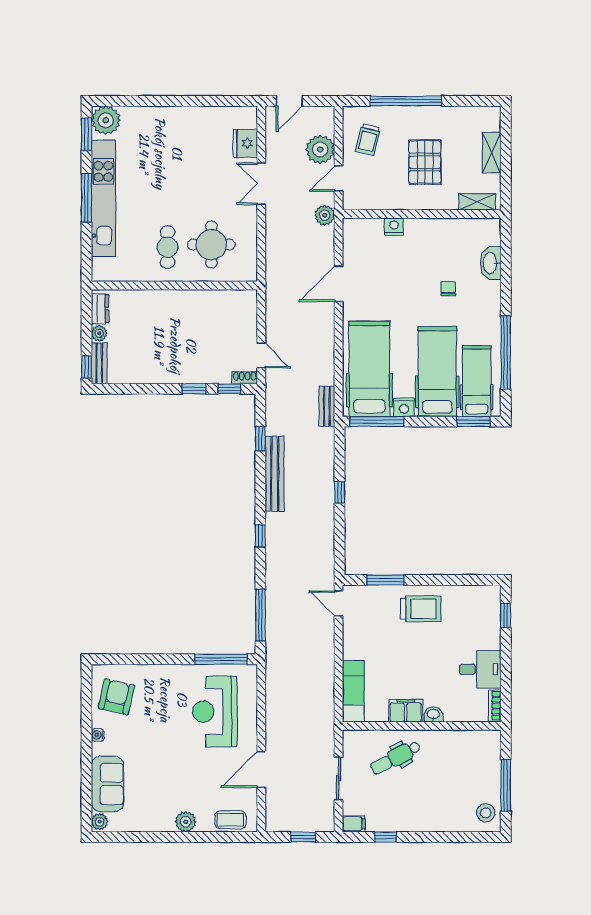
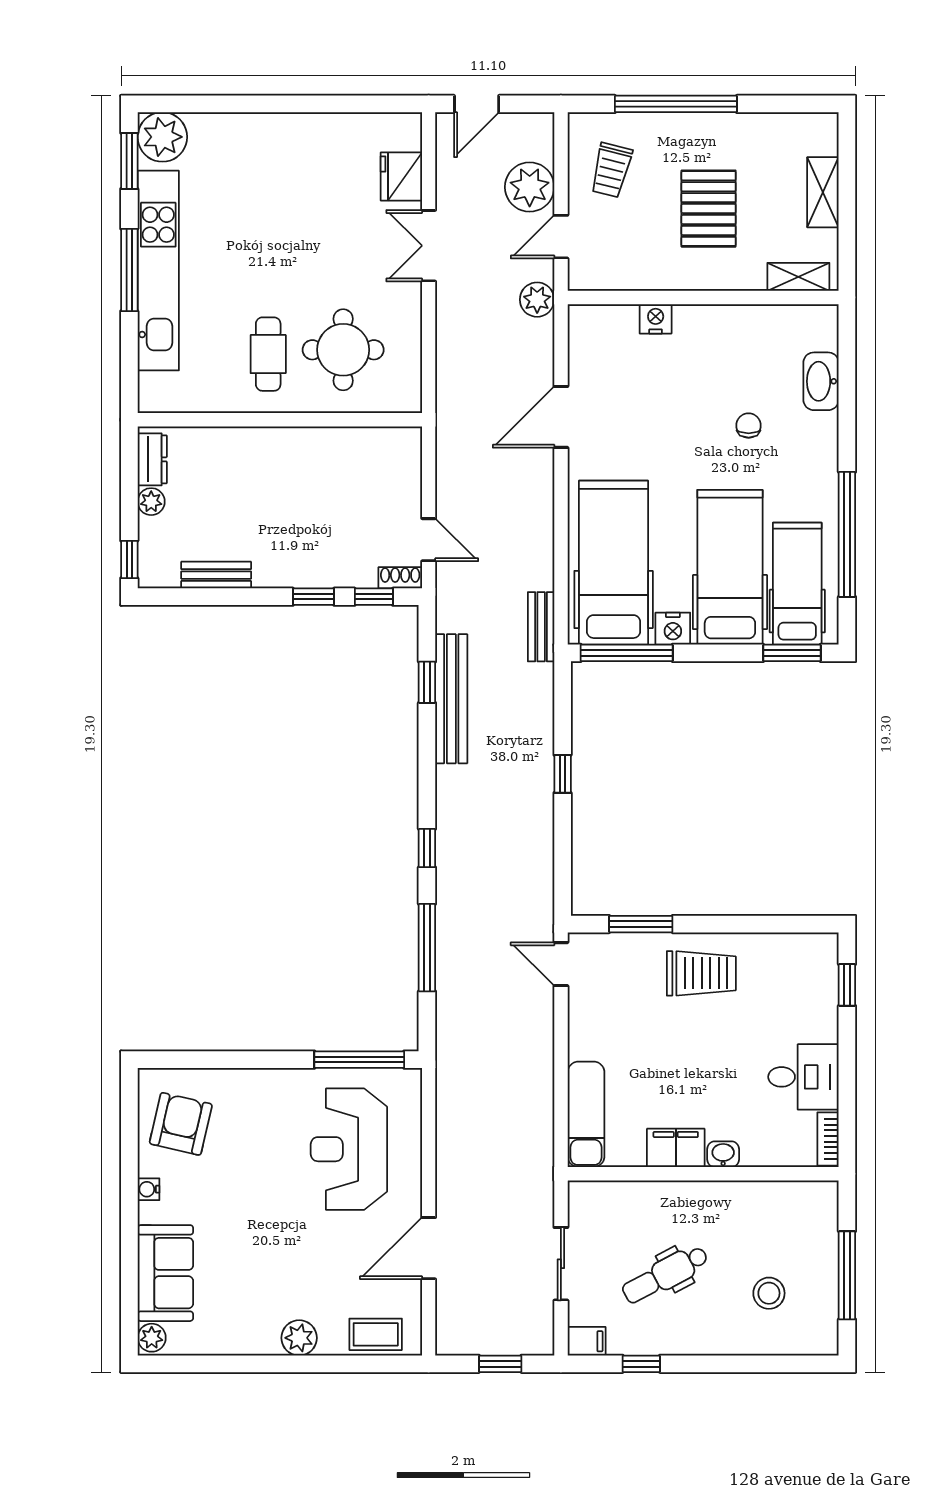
bench: (99, 363) -> (216, 575), moved, turned 90
bench: (275, 474) -> (451, 699), moved
window: (260, 615) -> (427, 948), moved
dental chair: (396, 758) -> (665, 1275), moved
stool: (486, 813) -> (769, 1293), moved

